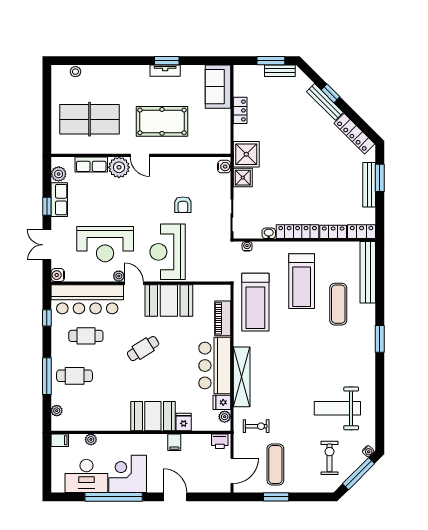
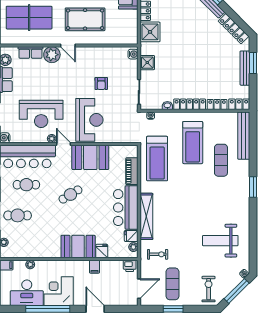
shower: (246, 154) -> (150, 32), moved
reception desk: (168, 252) -> (89, 120), turned 180
exercise bike: (329, 458) -> (209, 289), moved

